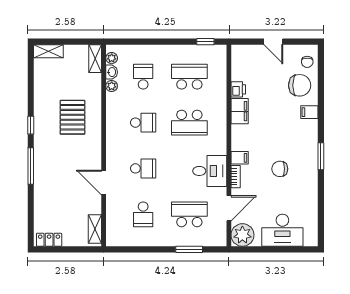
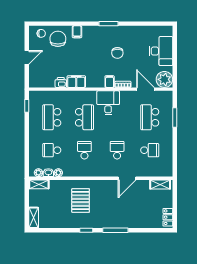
pallet: (72, 117) -> (81, 201), turned 90
desk: (210, 171) -> (108, 103), moved

